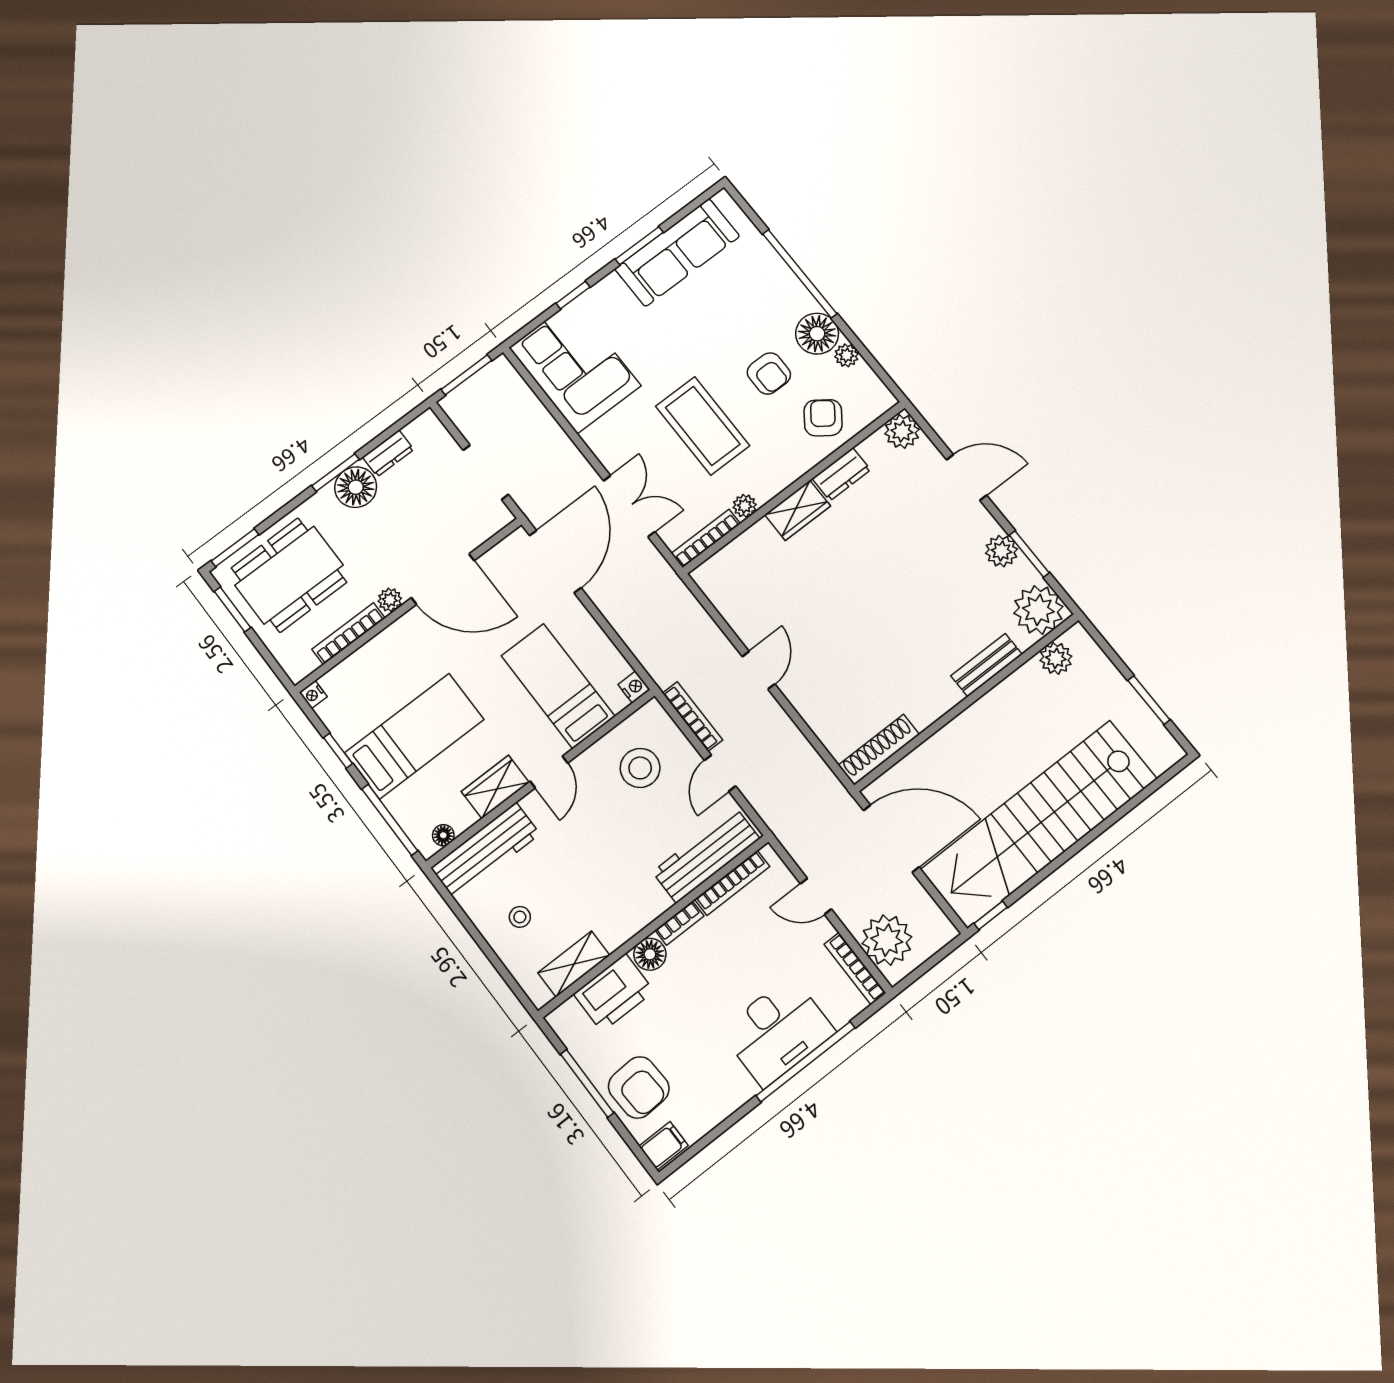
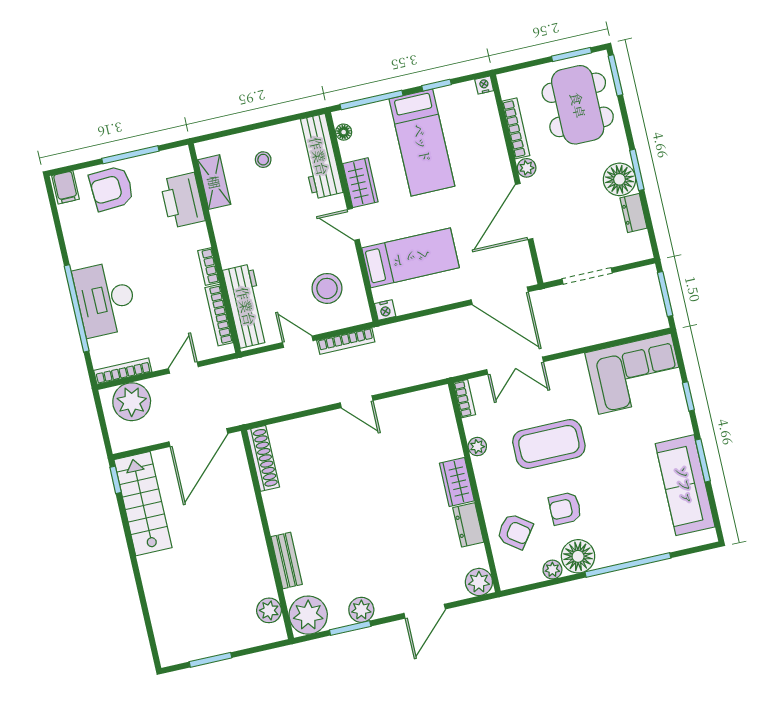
bookcase: (706, 539) -> (464, 399), width x0.64
stairs: (1039, 824) -> (143, 504), width x0.54, depth x0.66
floor lamp: (650, 954) -> (197, 237), removed

